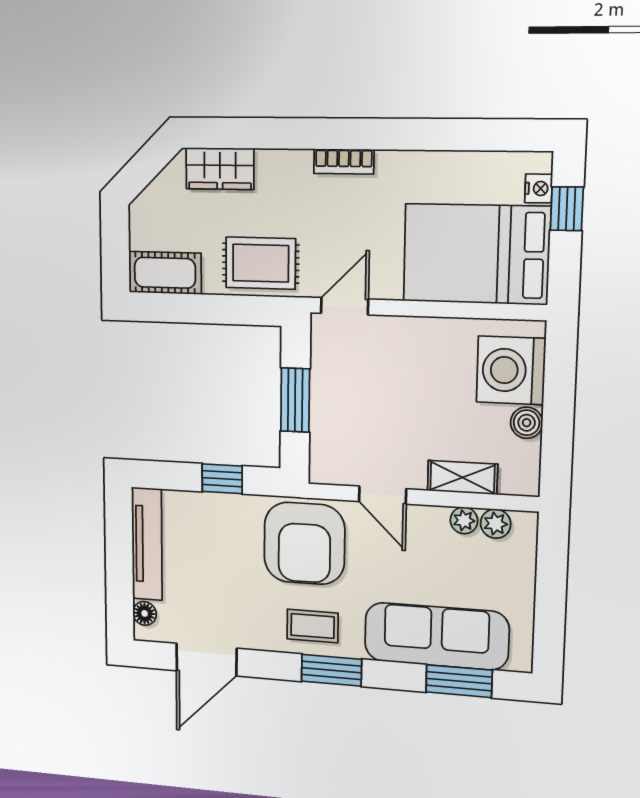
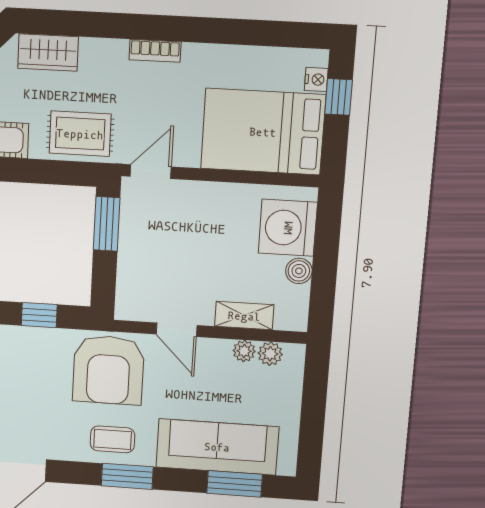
window: (295, 400) -> (107, 224), moved

